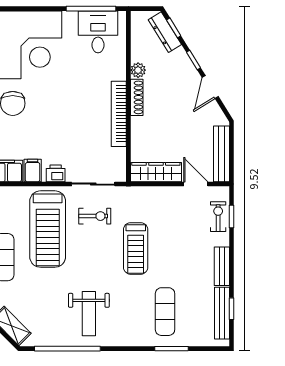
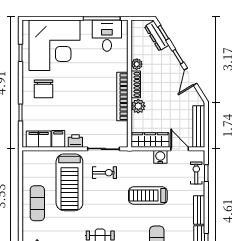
plant: (140, 127) -> (138, 106), added
water cooler: (170, 195) -> (160, 157), added
treadmill: (136, 248) -> (148, 196), moved, turned 90

